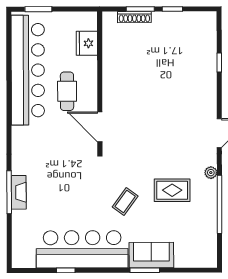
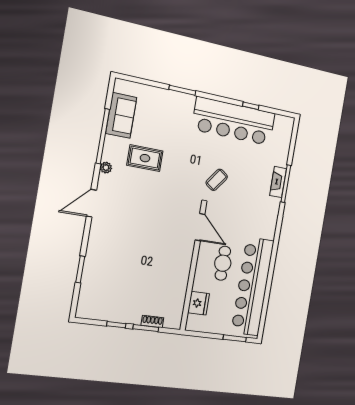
shoe rack: (134, 17) -> (152, 321), width x0.70
window: (219, 62) -> (80, 269), width x1.50
coffee table: (125, 201) -> (217, 180), moved
sofa: (151, 255) -> (121, 115), moved, turned -90

